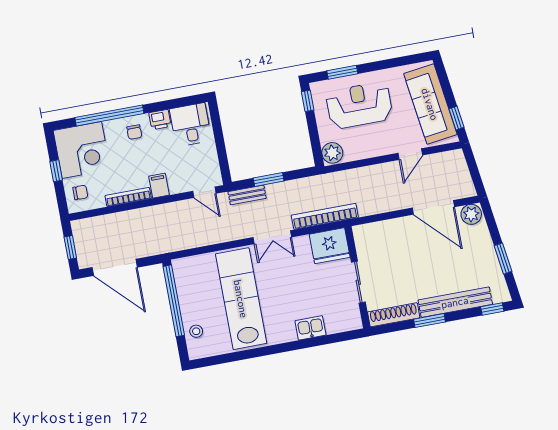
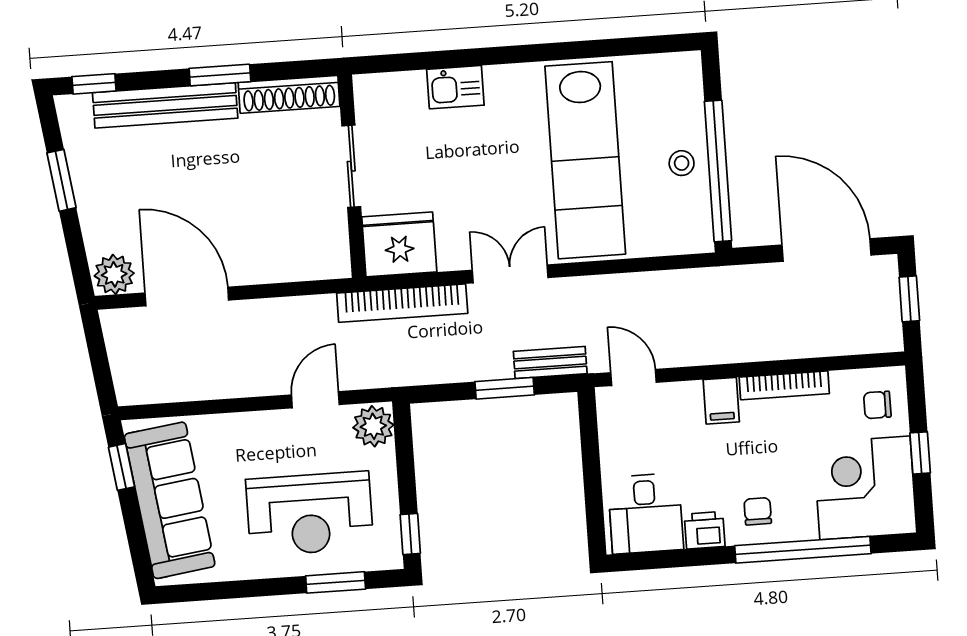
door: (410, 154) -> (315, 400), moved
stool: (196, 331) -> (682, 163), moved

